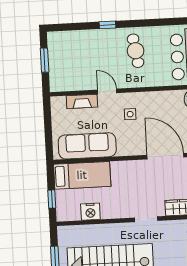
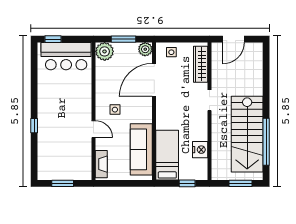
cafe table: (136, 51) -> (59, 102), removed
door: (107, 91) -> (93, 129), swing flipped
fireplace: (82, 101) -> (101, 164), moved

